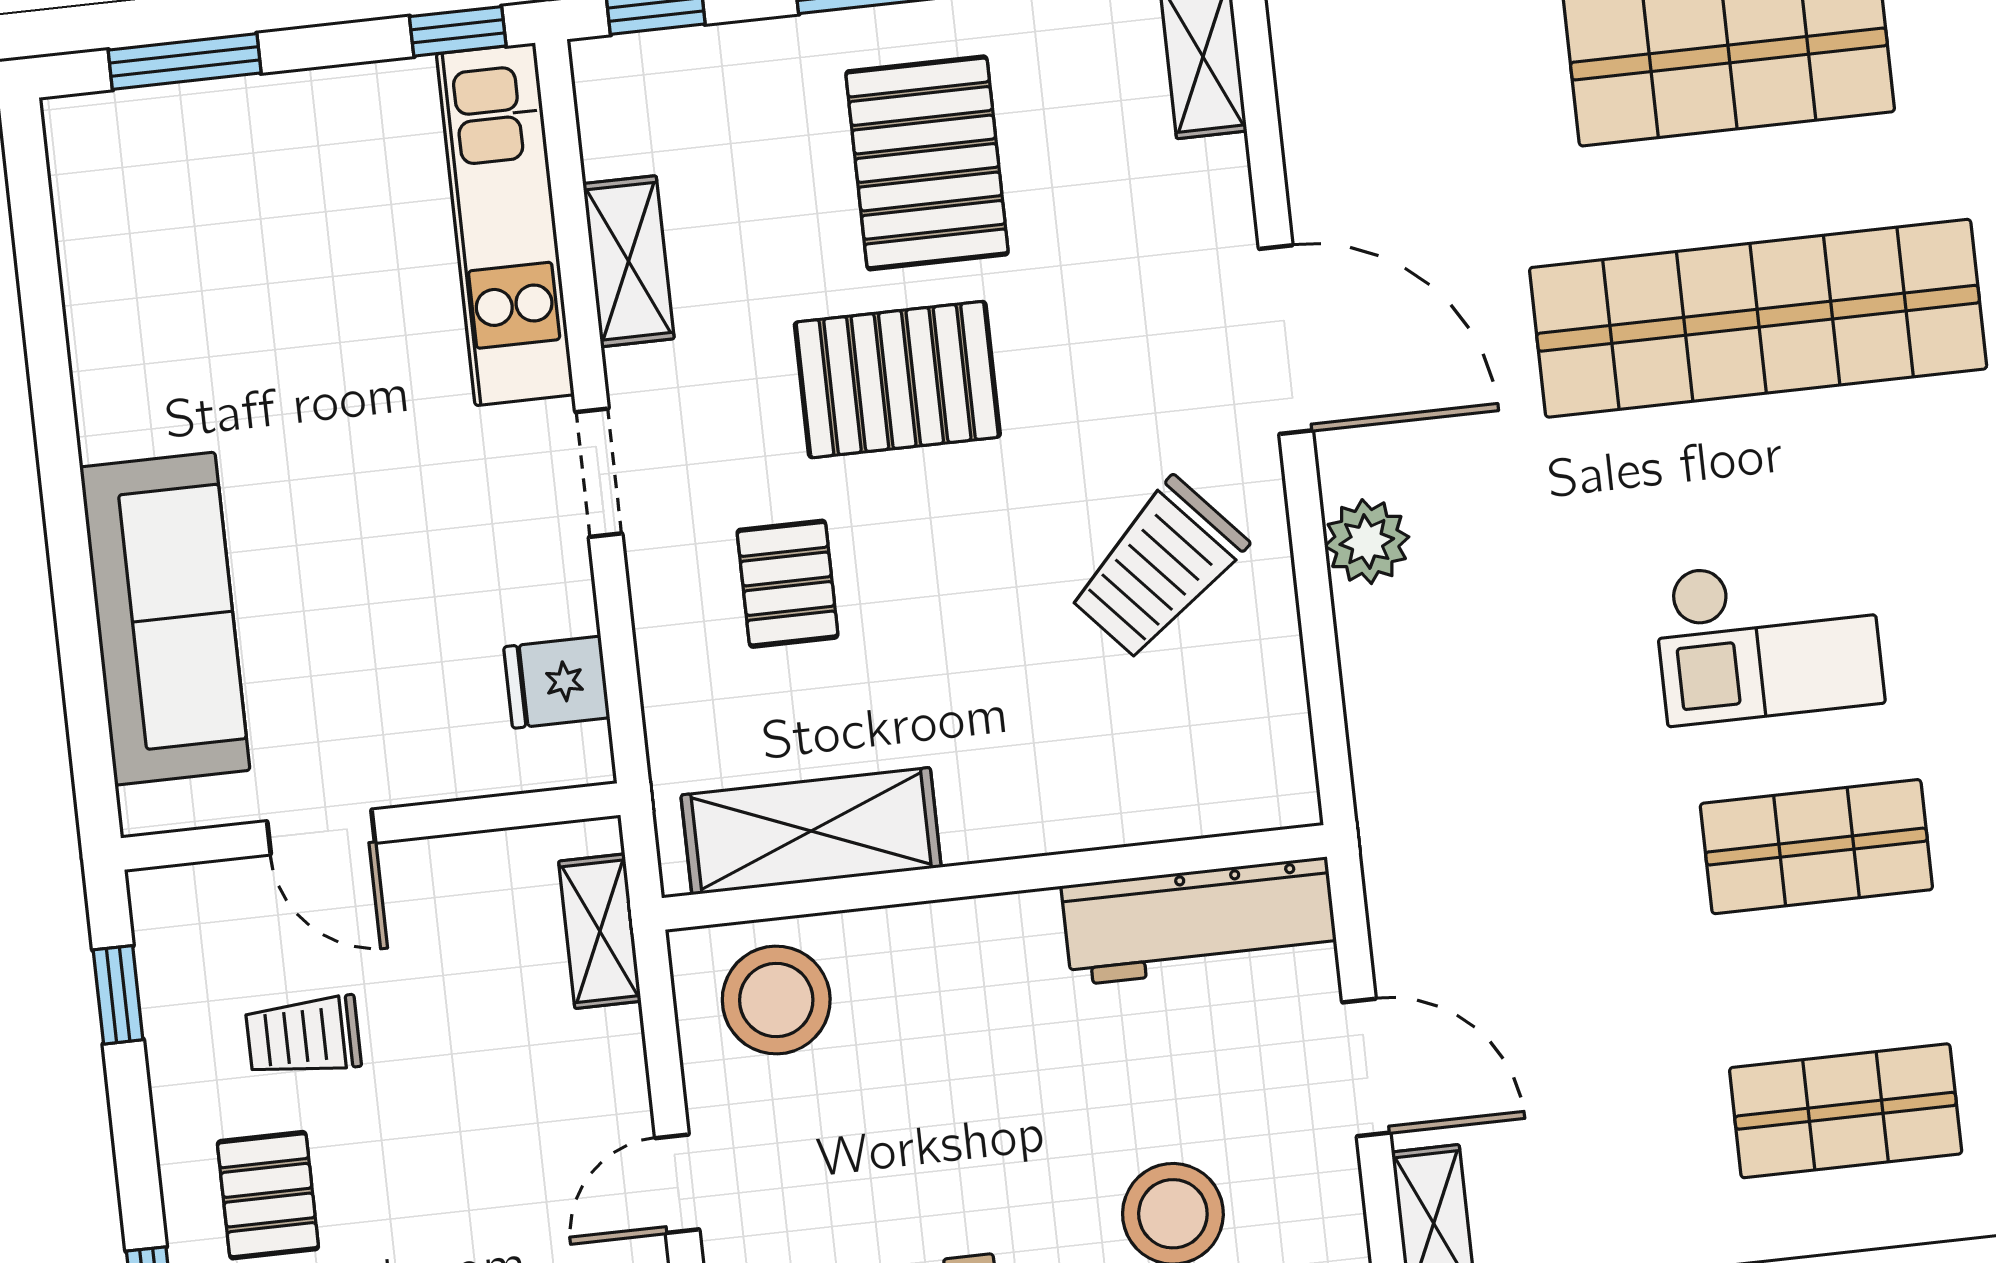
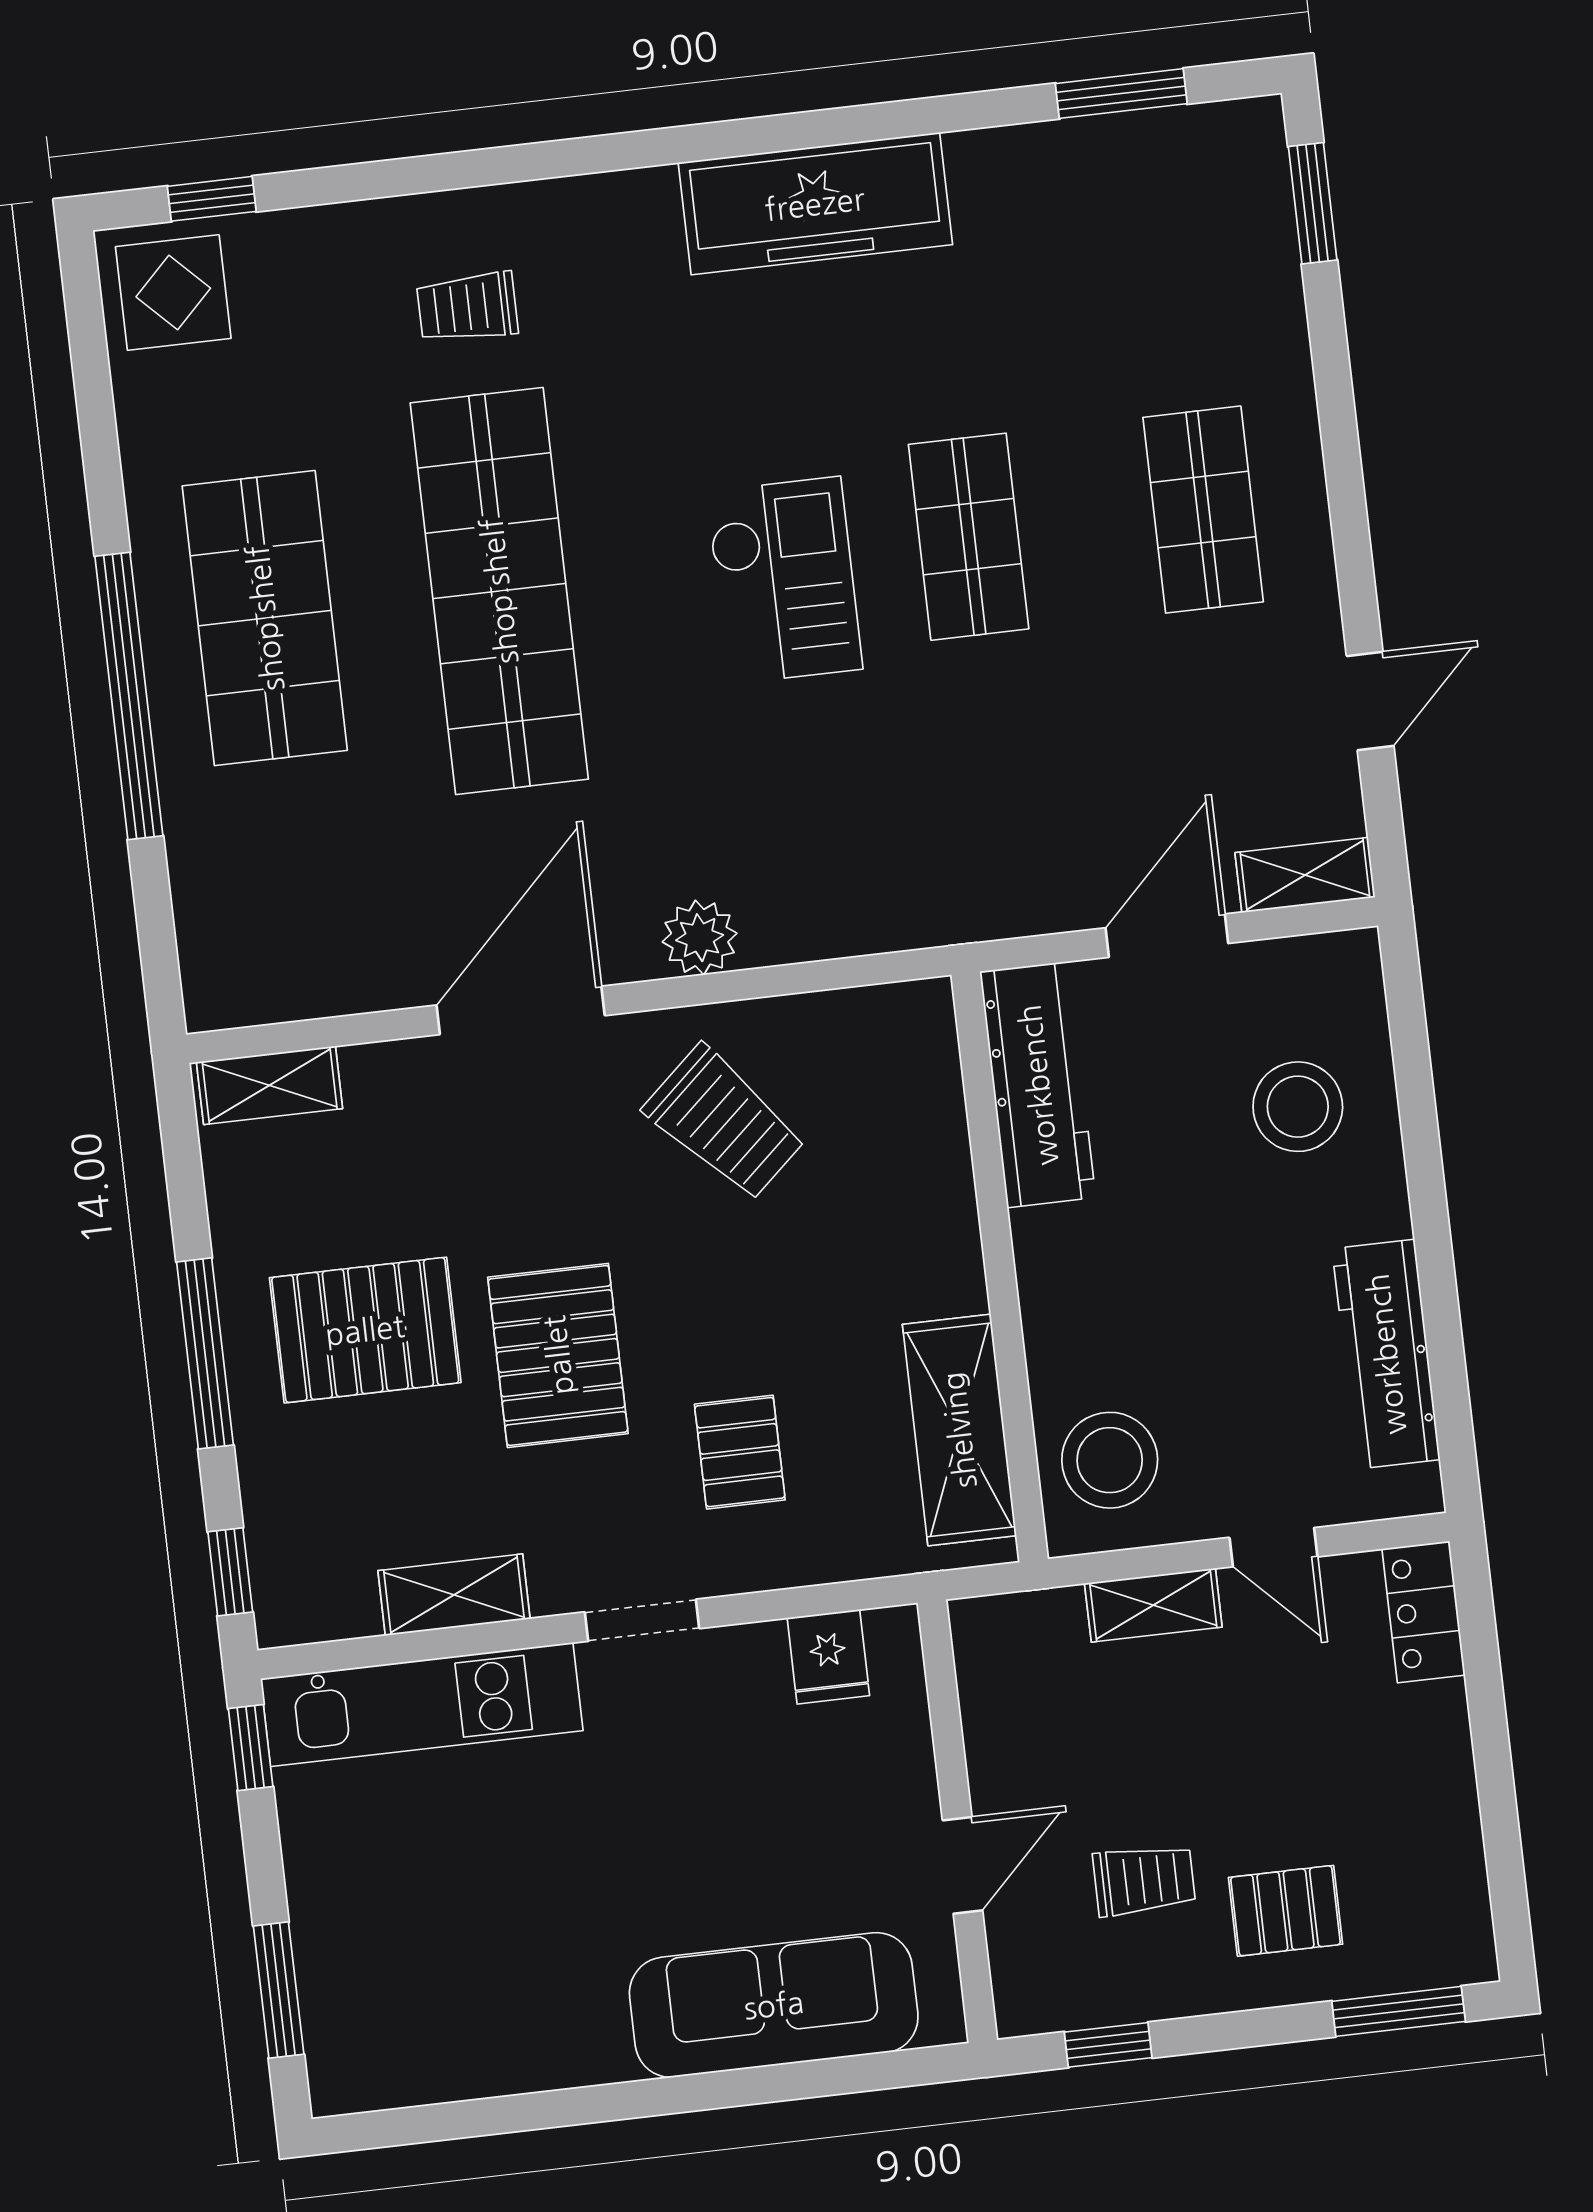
pallet: (788, 584) -> (740, 1452), turned 90
shelving: (600, 931) -> (1153, 1605), moved
trolley: (303, 1036) -> (1144, 1880), turned -90

